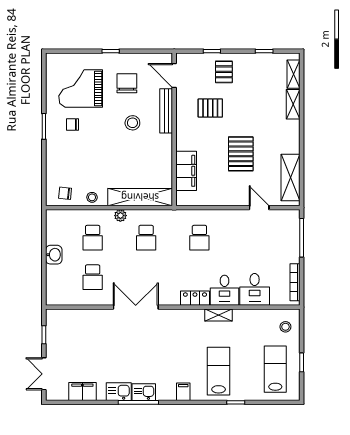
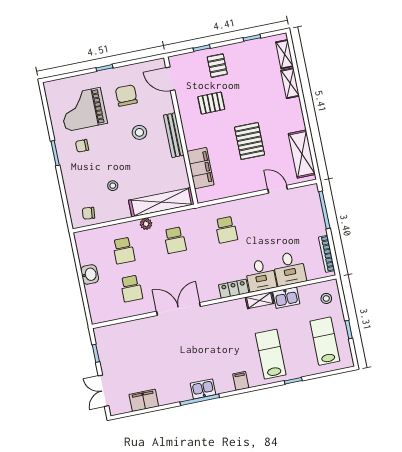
bench: (166, 111) -> (174, 135), moved
stool: (92, 197) -> (113, 186), moved
kitchen sink: (119, 392) -> (286, 298), moved, turned 180

